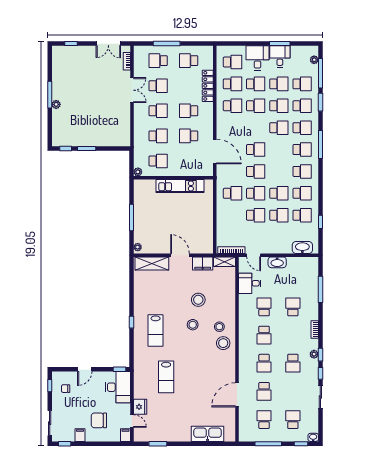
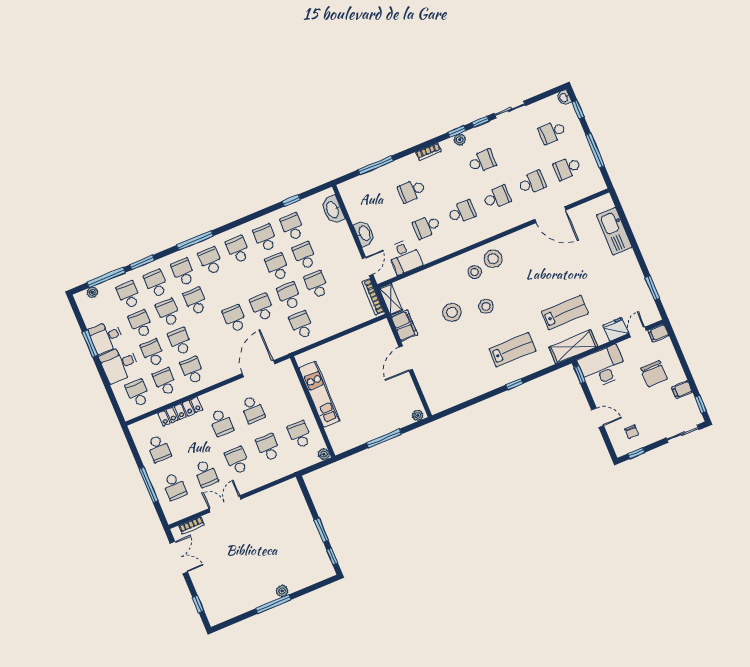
school desk: (158, 86) -> (206, 474), turned 180
shelving: (152, 263) -> (573, 347), moved, turned 90

